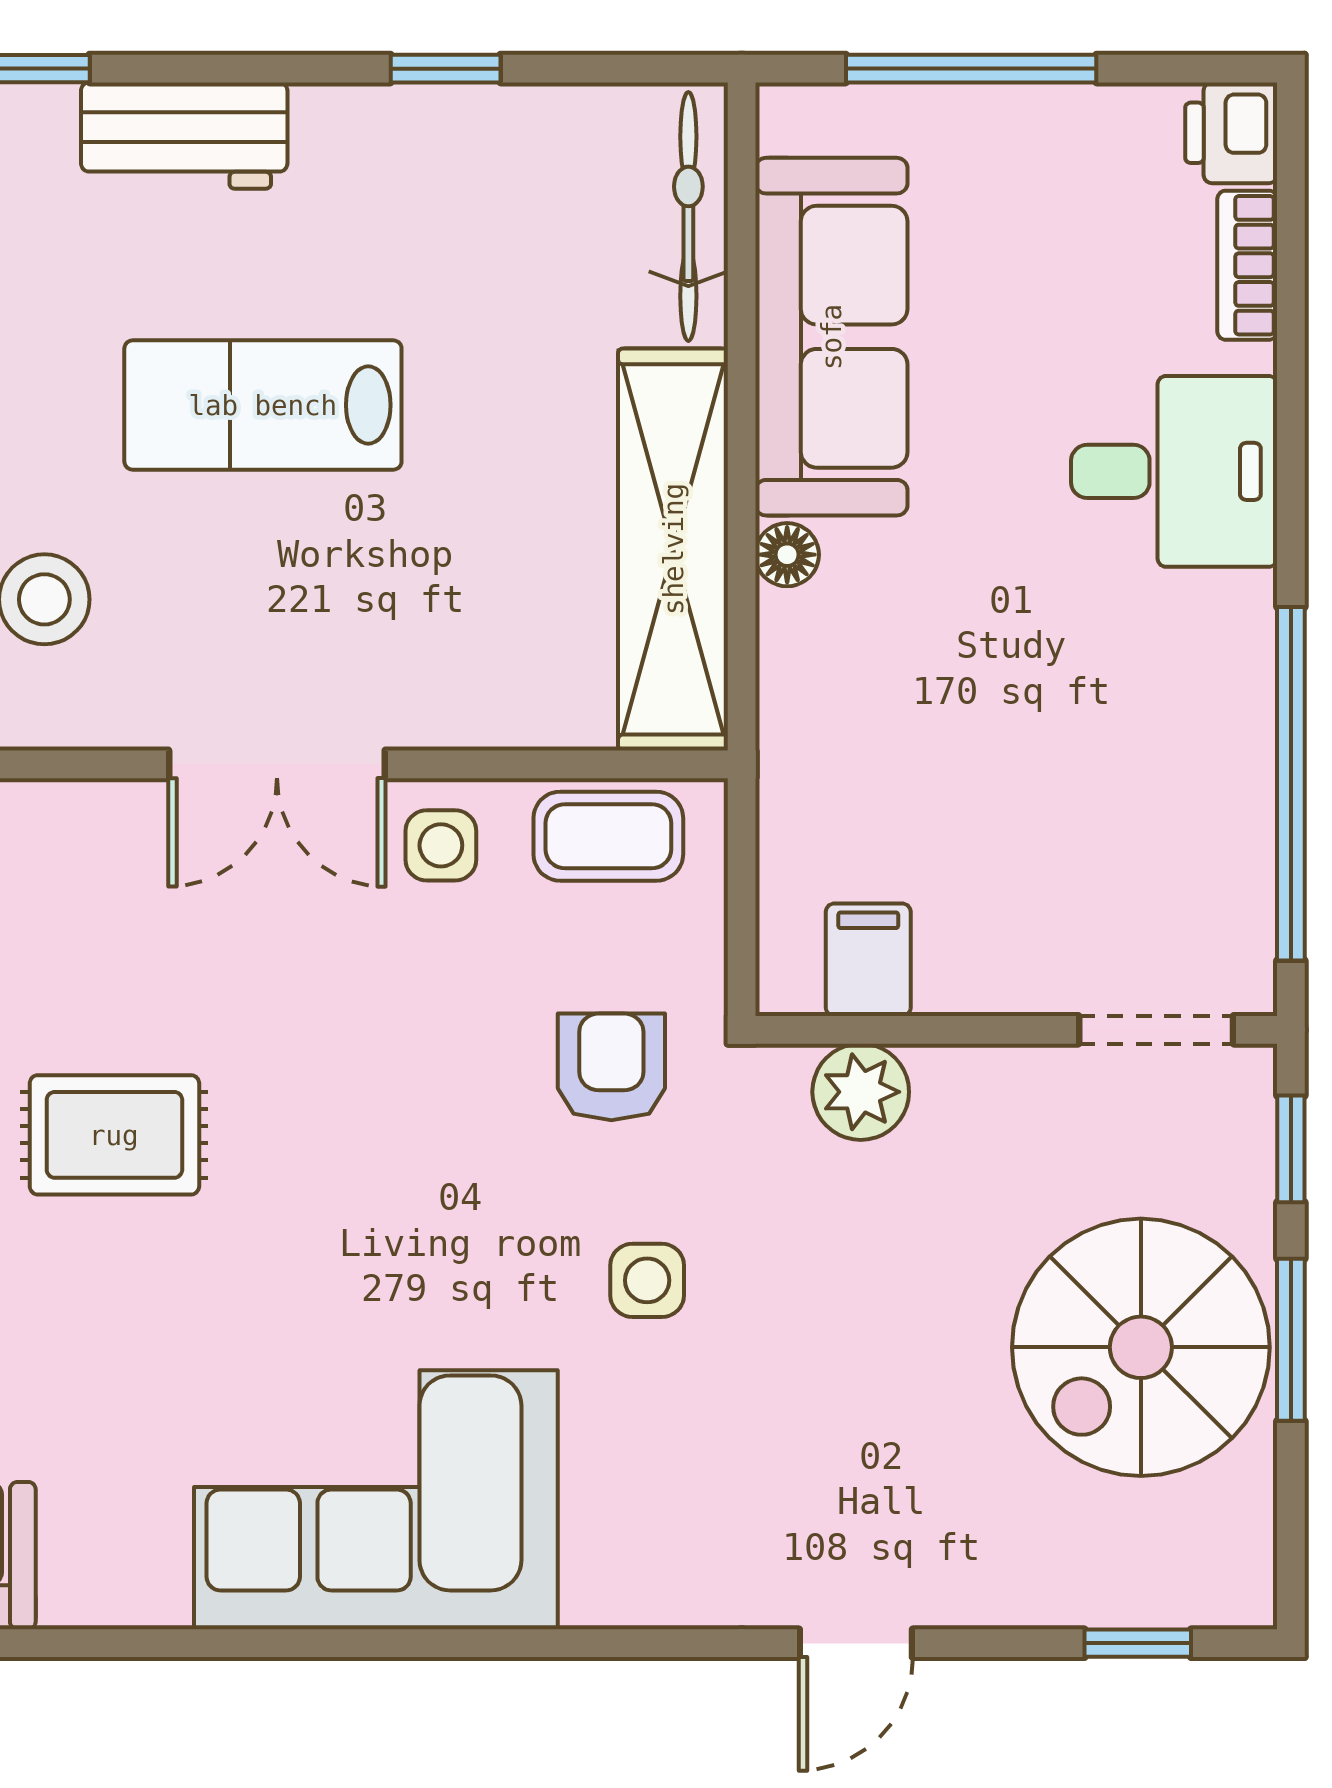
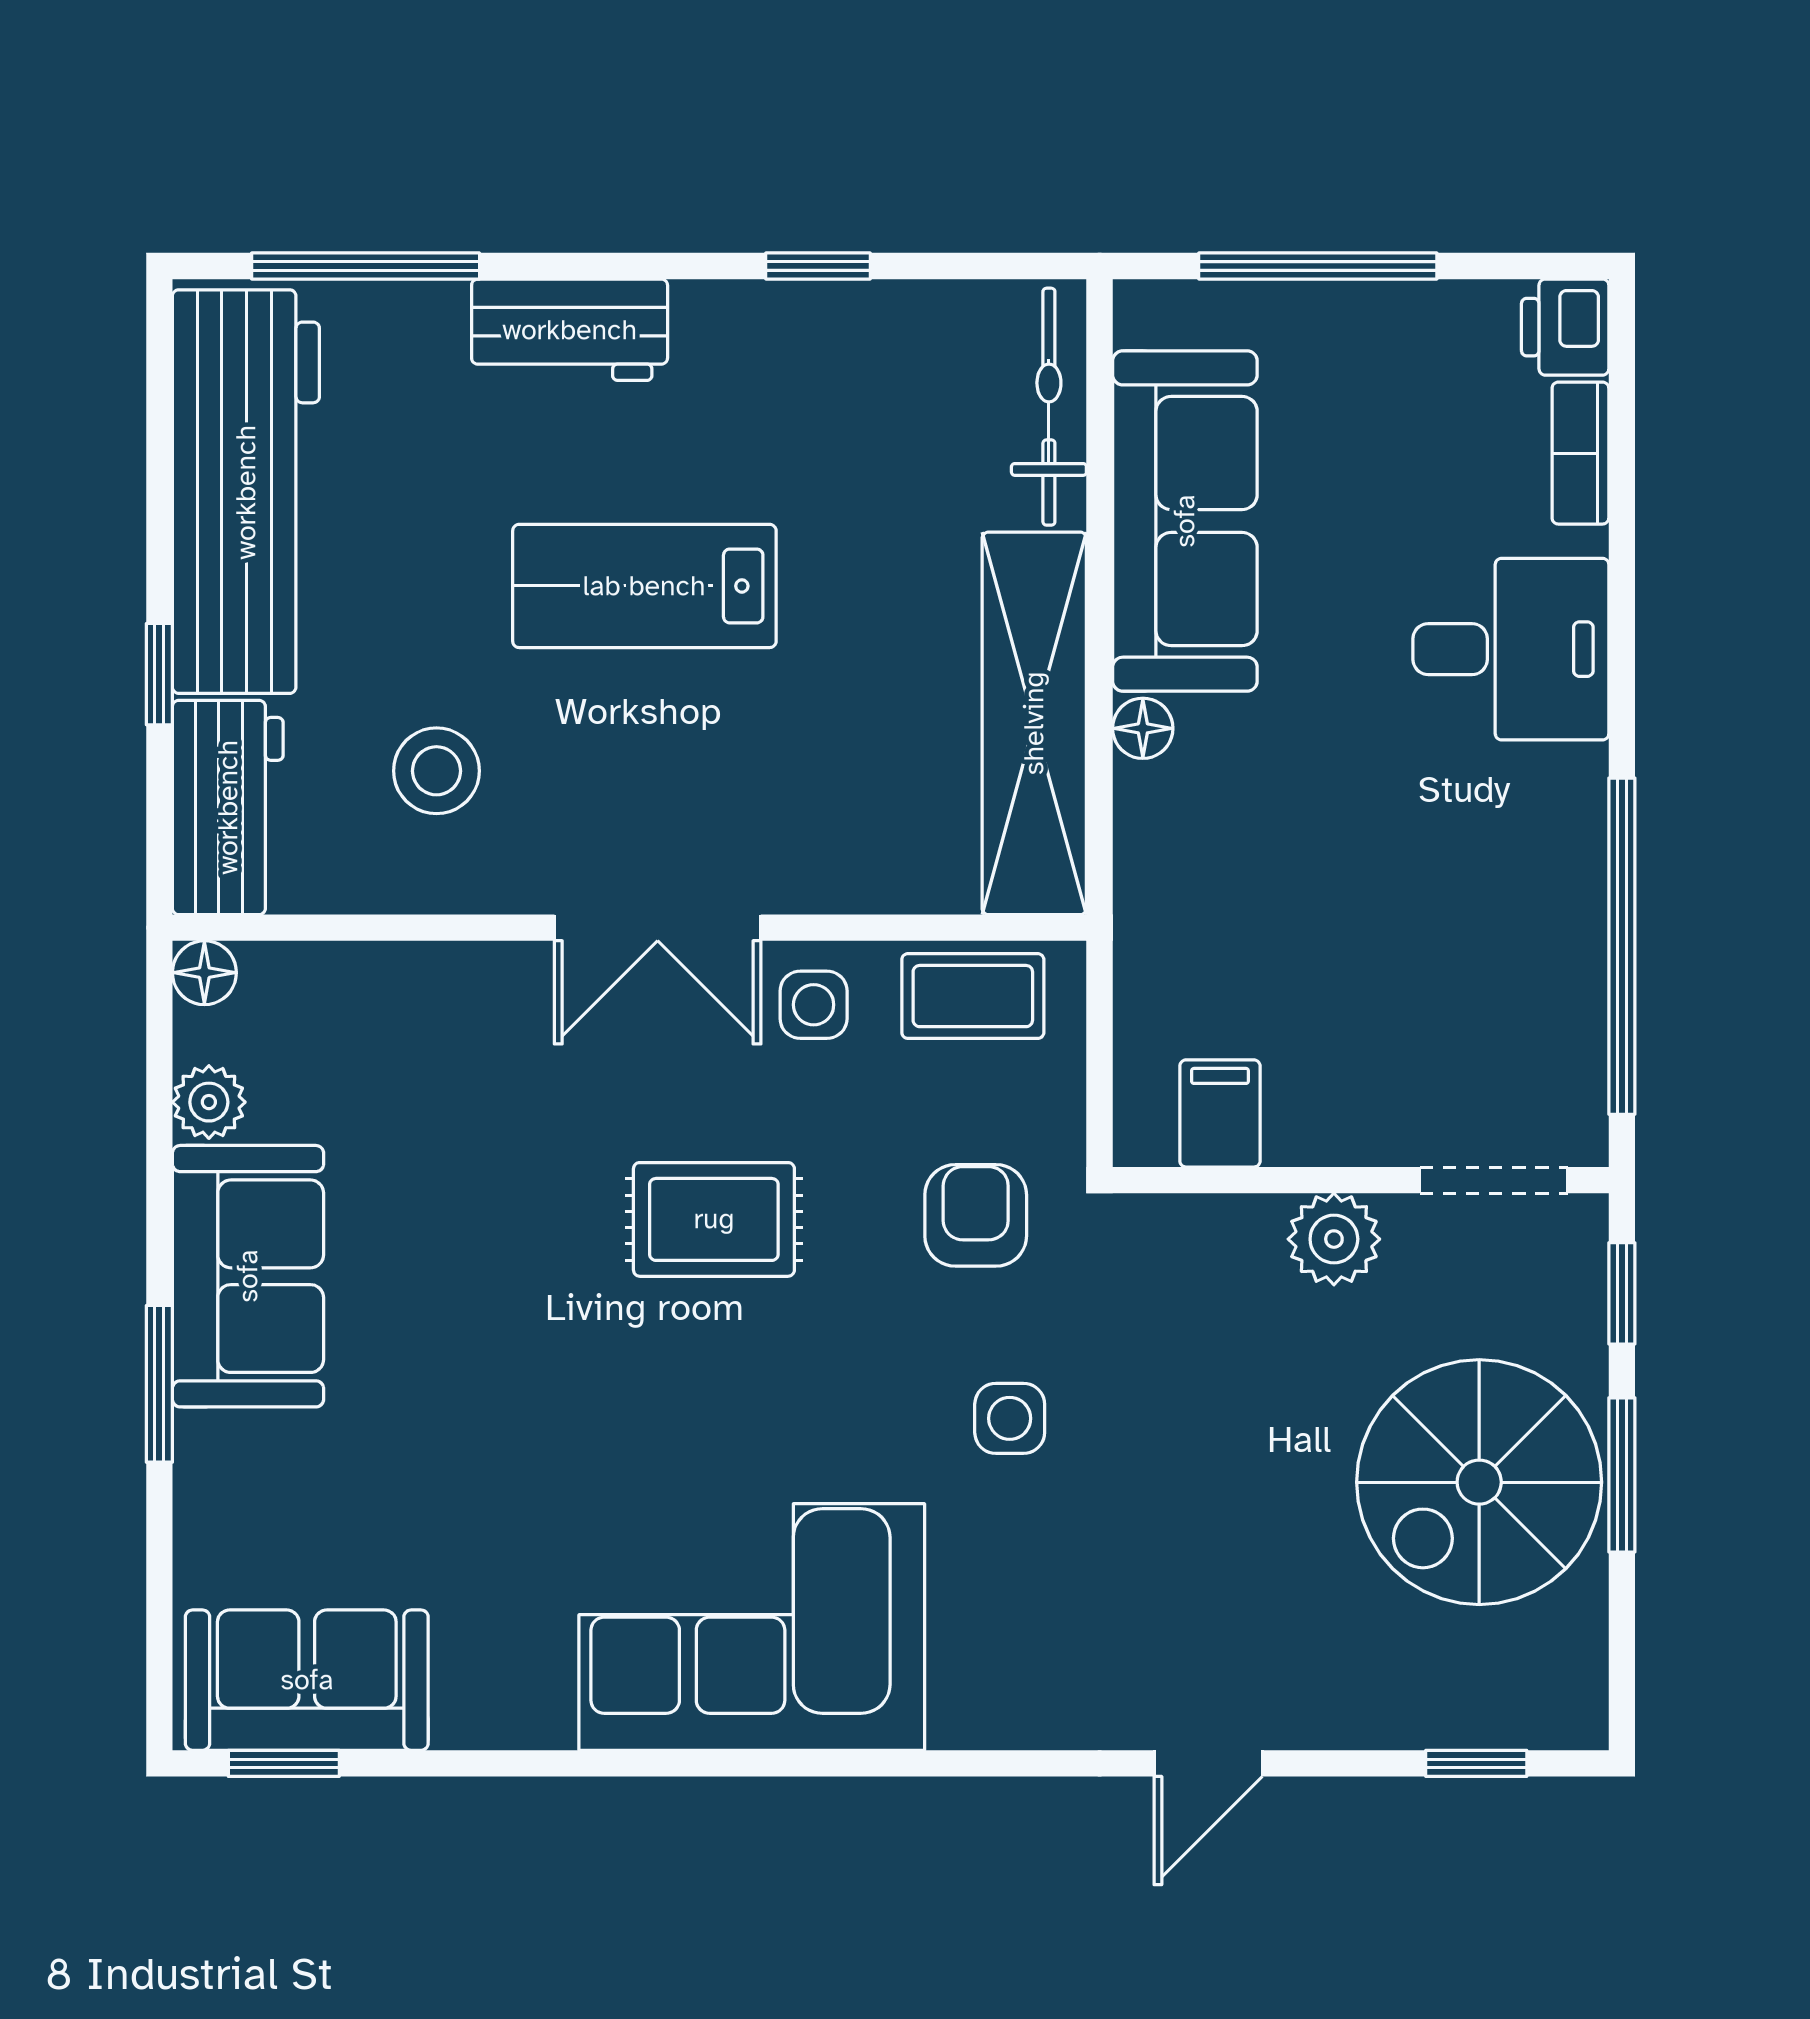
plant: (861, 1092) -> (1334, 1239), moved
rug: (114, 1135) -> (714, 1219), moved

